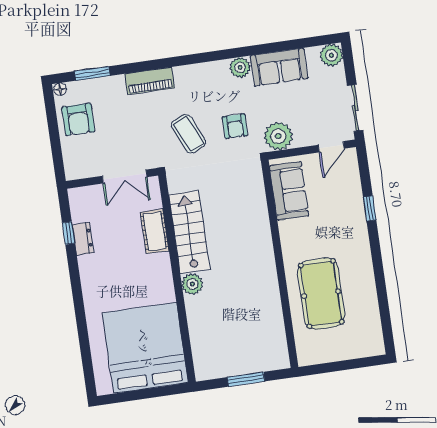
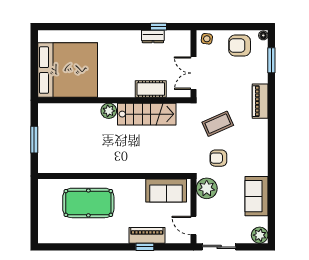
plant: (240, 67) -> (260, 168), removed
side table: (76, 165) -> (207, 39), added
piano: (354, 208) -> (147, 235), added

